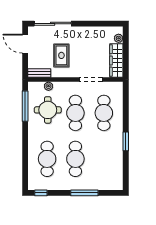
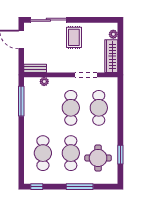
rug: (61, 55) -> (74, 37), moved
round table: (48, 110) -> (98, 158), moved
window: (126, 141) -> (120, 155), moved

